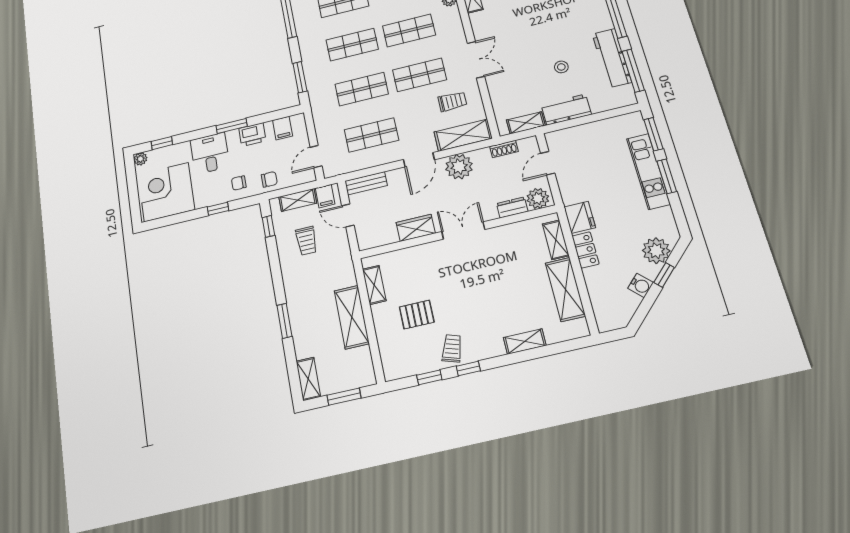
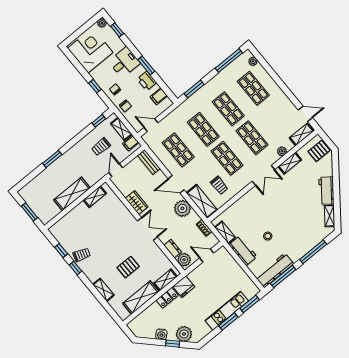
workbench: (612, 58) -> (275, 270), moved
double door: (476, 60) -> (263, 175), moved
door: (348, 215) -> (116, 170), moved
pallet: (417, 315) -> (128, 267), moved, turned 90
shelving: (308, 379) -> (29, 189), removed

